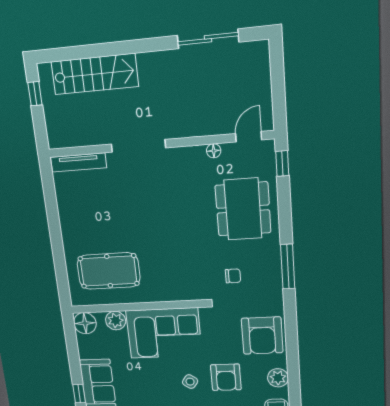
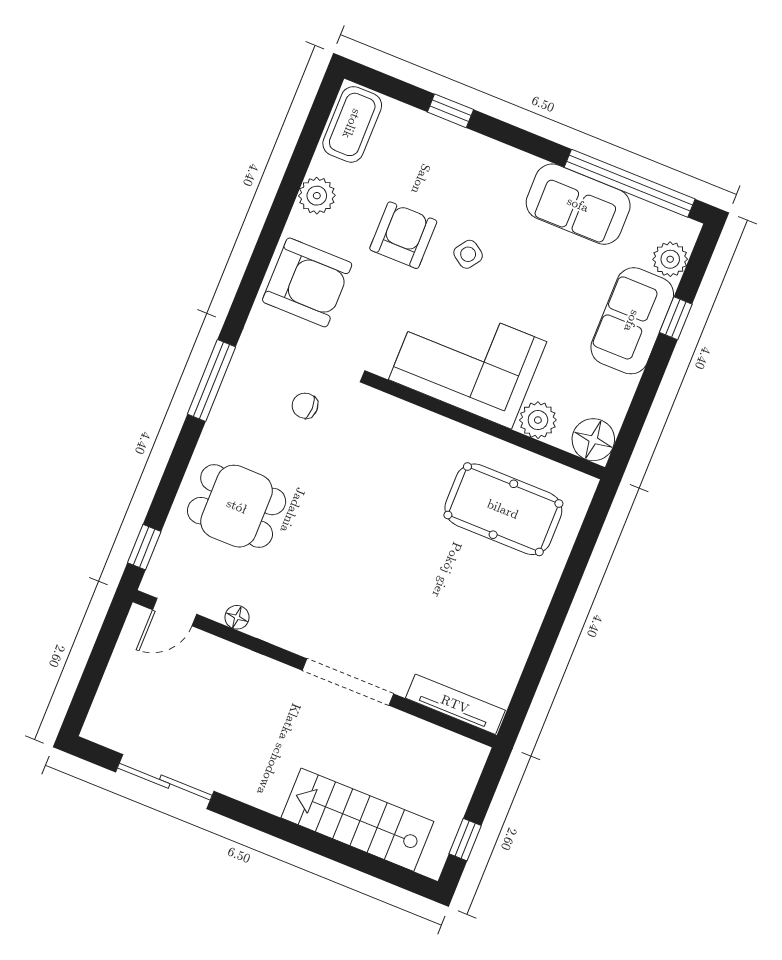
dining table: (243, 209) -> (237, 506), width x0.73
armchair: (262, 336) -> (307, 282), turned 90

